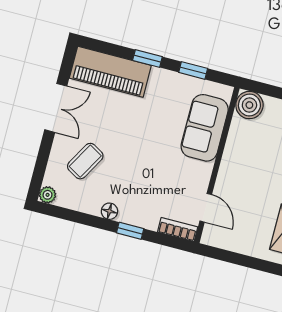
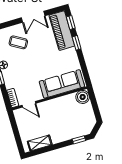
window: (193, 70) -> (71, 23), moved
sofa: (205, 128) -> (62, 84), width x1.36
door: (206, 208) -> (29, 104), hinge flipped

